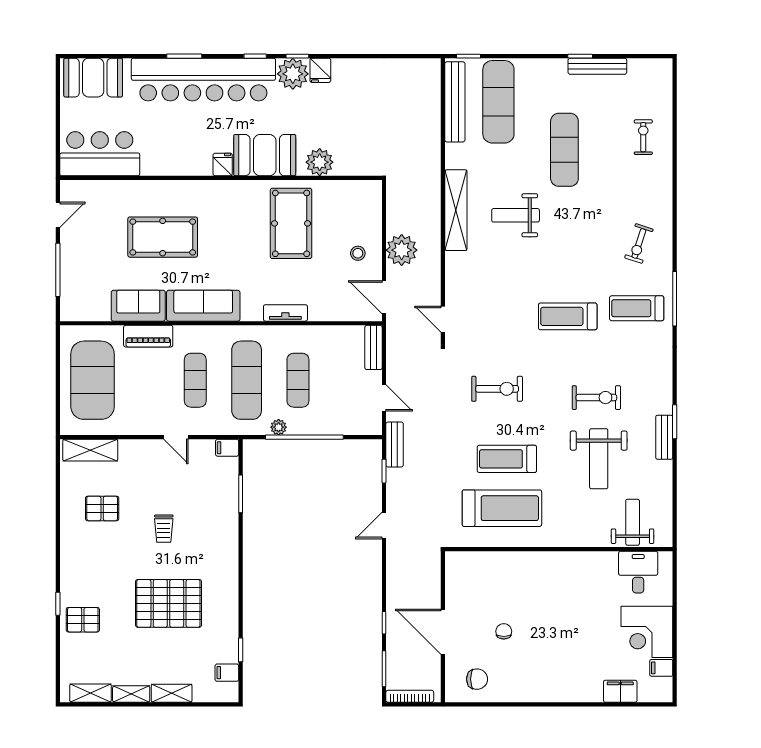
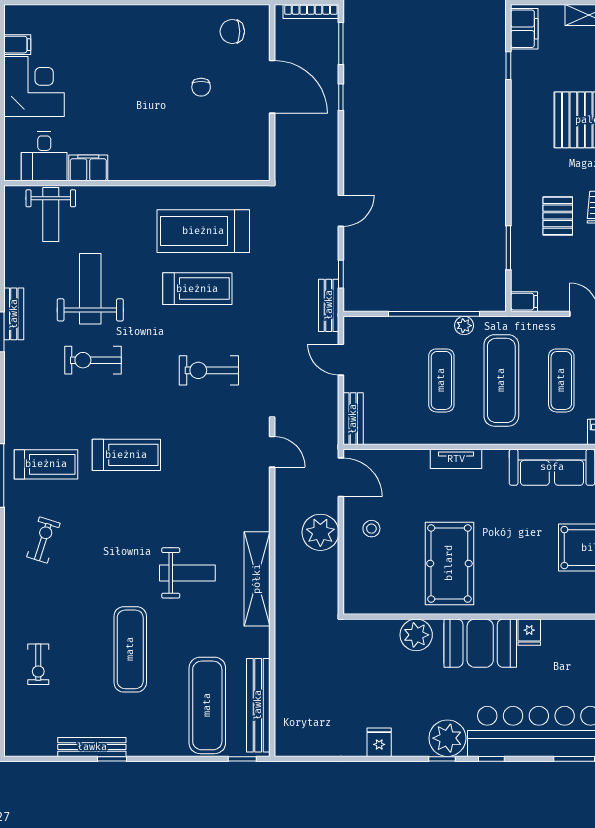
fridge: (320, 70) -> (379, 742), moved
pallet: (198, 521) -> (558, 216), added
filing cabinet: (227, 673) -> (524, 29), width x2.00
filing cabinet: (620, 691) -> (88, 168), moved, turned 180

